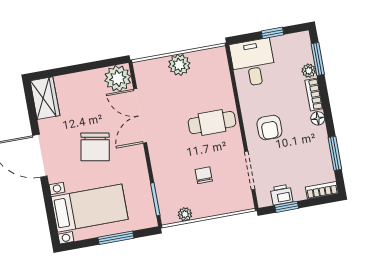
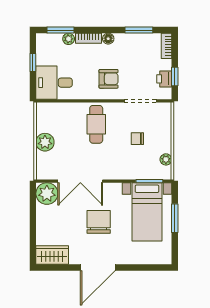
chair: (95, 147) -> (99, 222), turned -100
bed with nightstands: (90, 208) -> (147, 212), moved, turned 180

